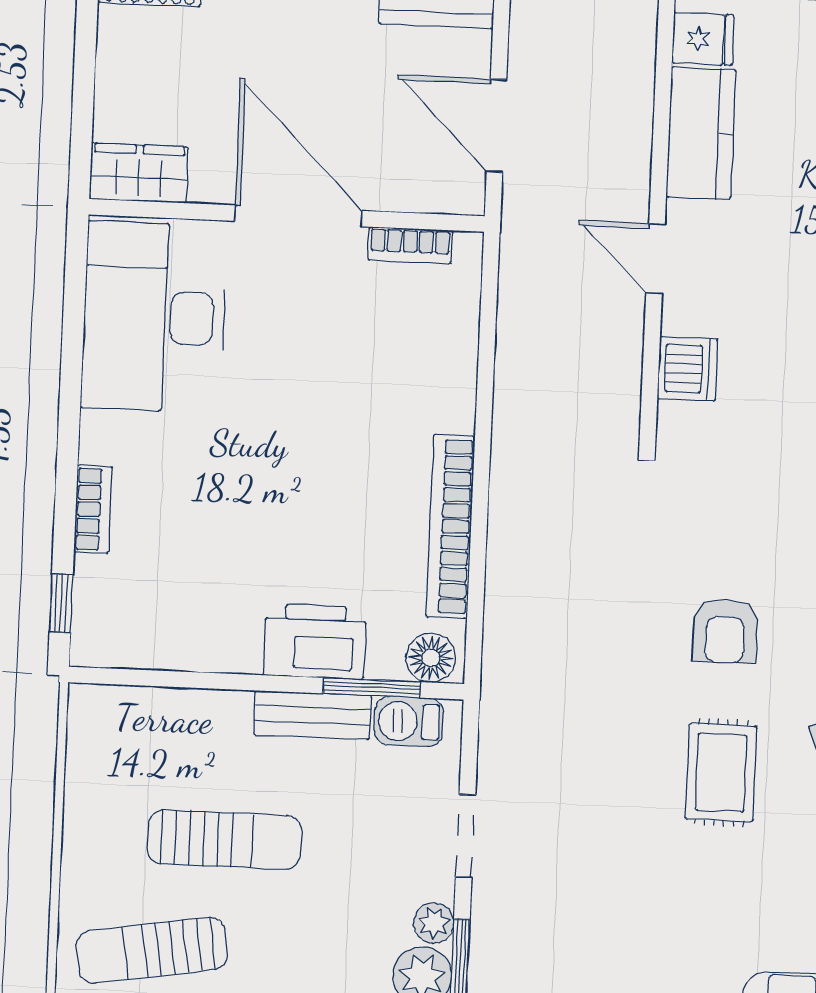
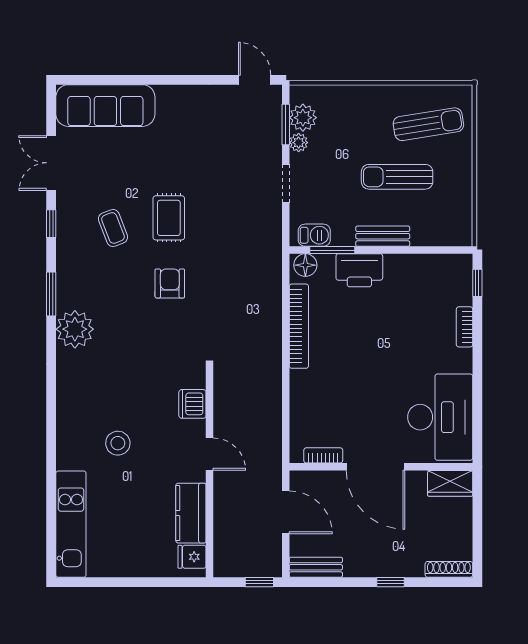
bench: (312, 715) -> (383, 236), moved

